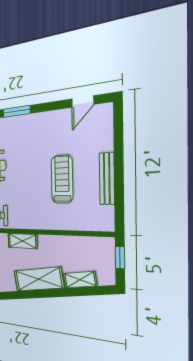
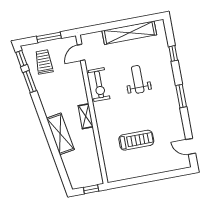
bench: (107, 179) -> (141, 172), removed
shelving: (80, 280) -> (69, 165), removed

